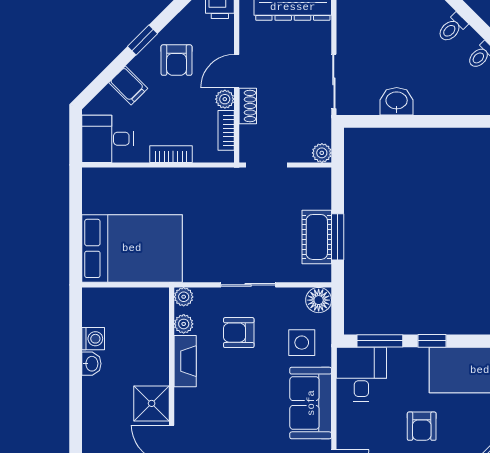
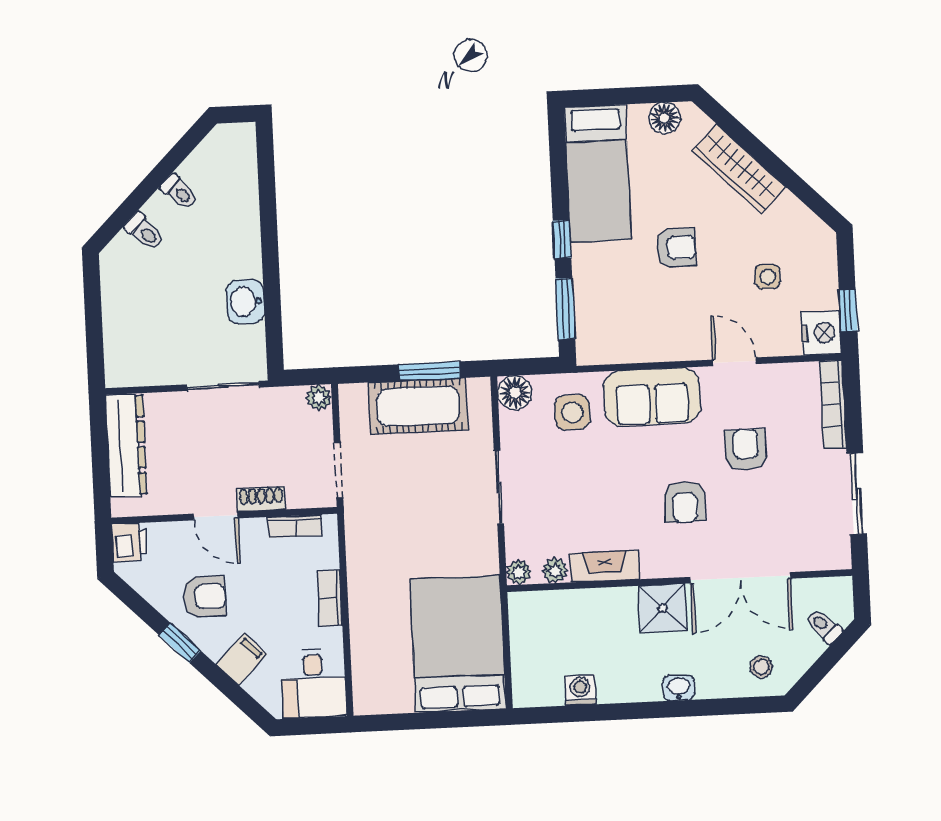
plant: (225, 99) -> (254, 530), removed
cot: (317, 237) -> (418, 406), width x1.37, depth x1.34
armchair: (239, 333) -> (685, 502), moved
washbasin: (91, 364) -> (679, 688), moved
desk: (361, 374) -> (611, 331), removed

